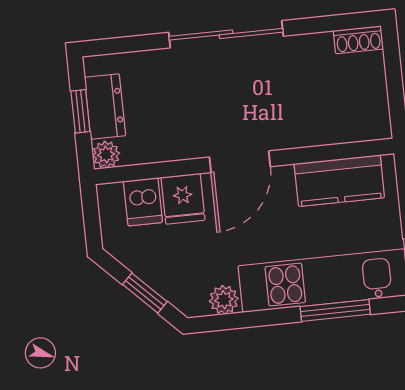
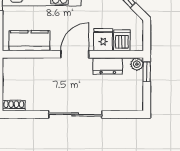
dresser: (105, 107) -> (108, 66), moved, turned -90
window: (80, 111) -> (147, 72), moved

